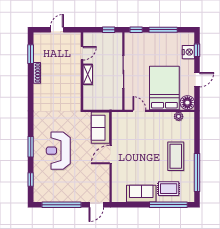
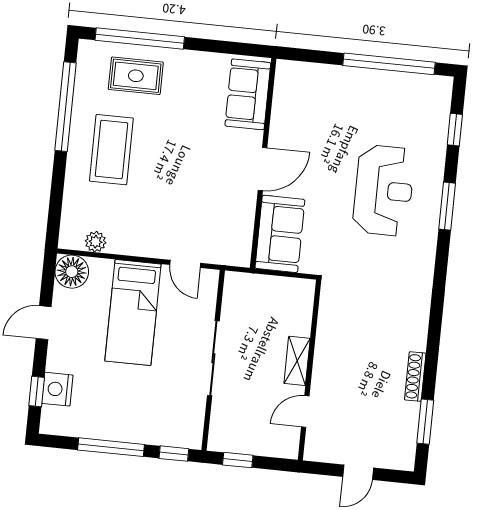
bed: (164, 88) -> (133, 313), width x0.67
sofa: (141, 194) -> (248, 94), moved, turned 90
door: (96, 205) -> (308, 56), removed

